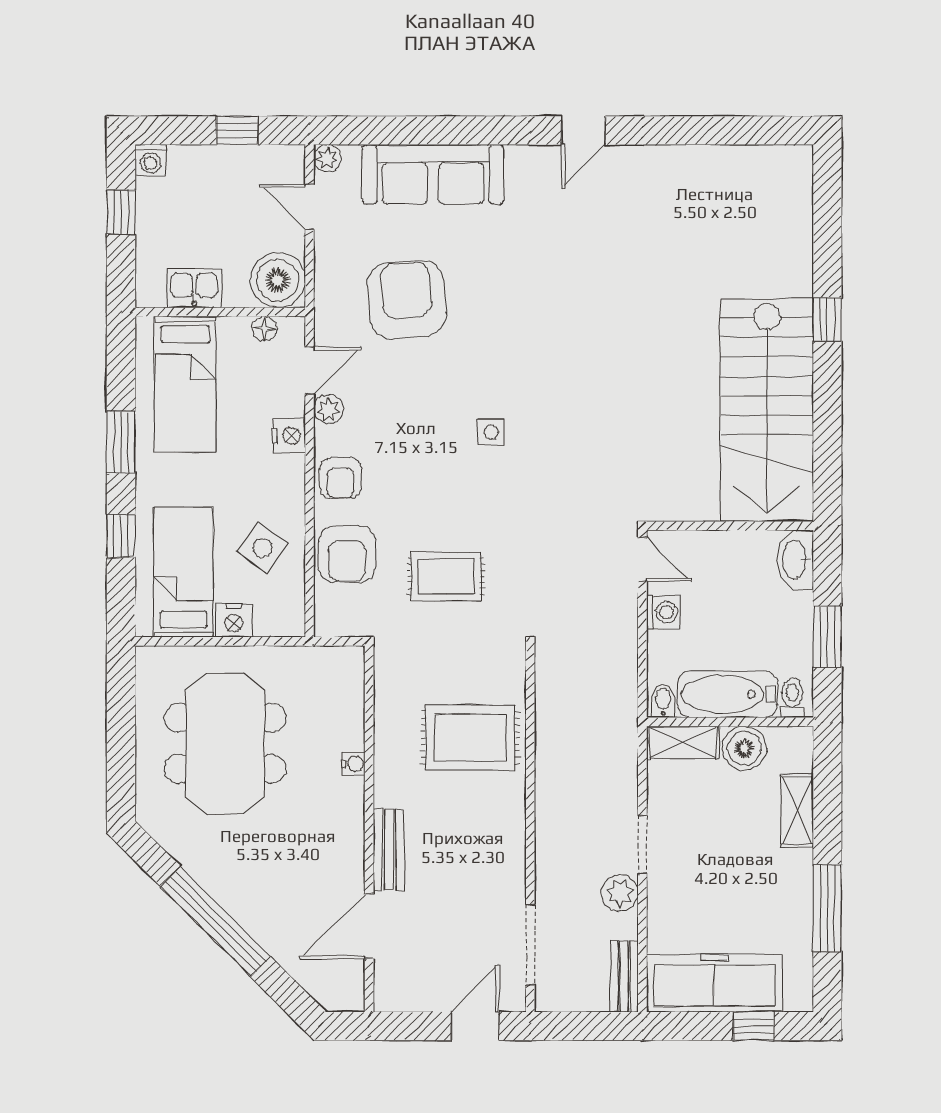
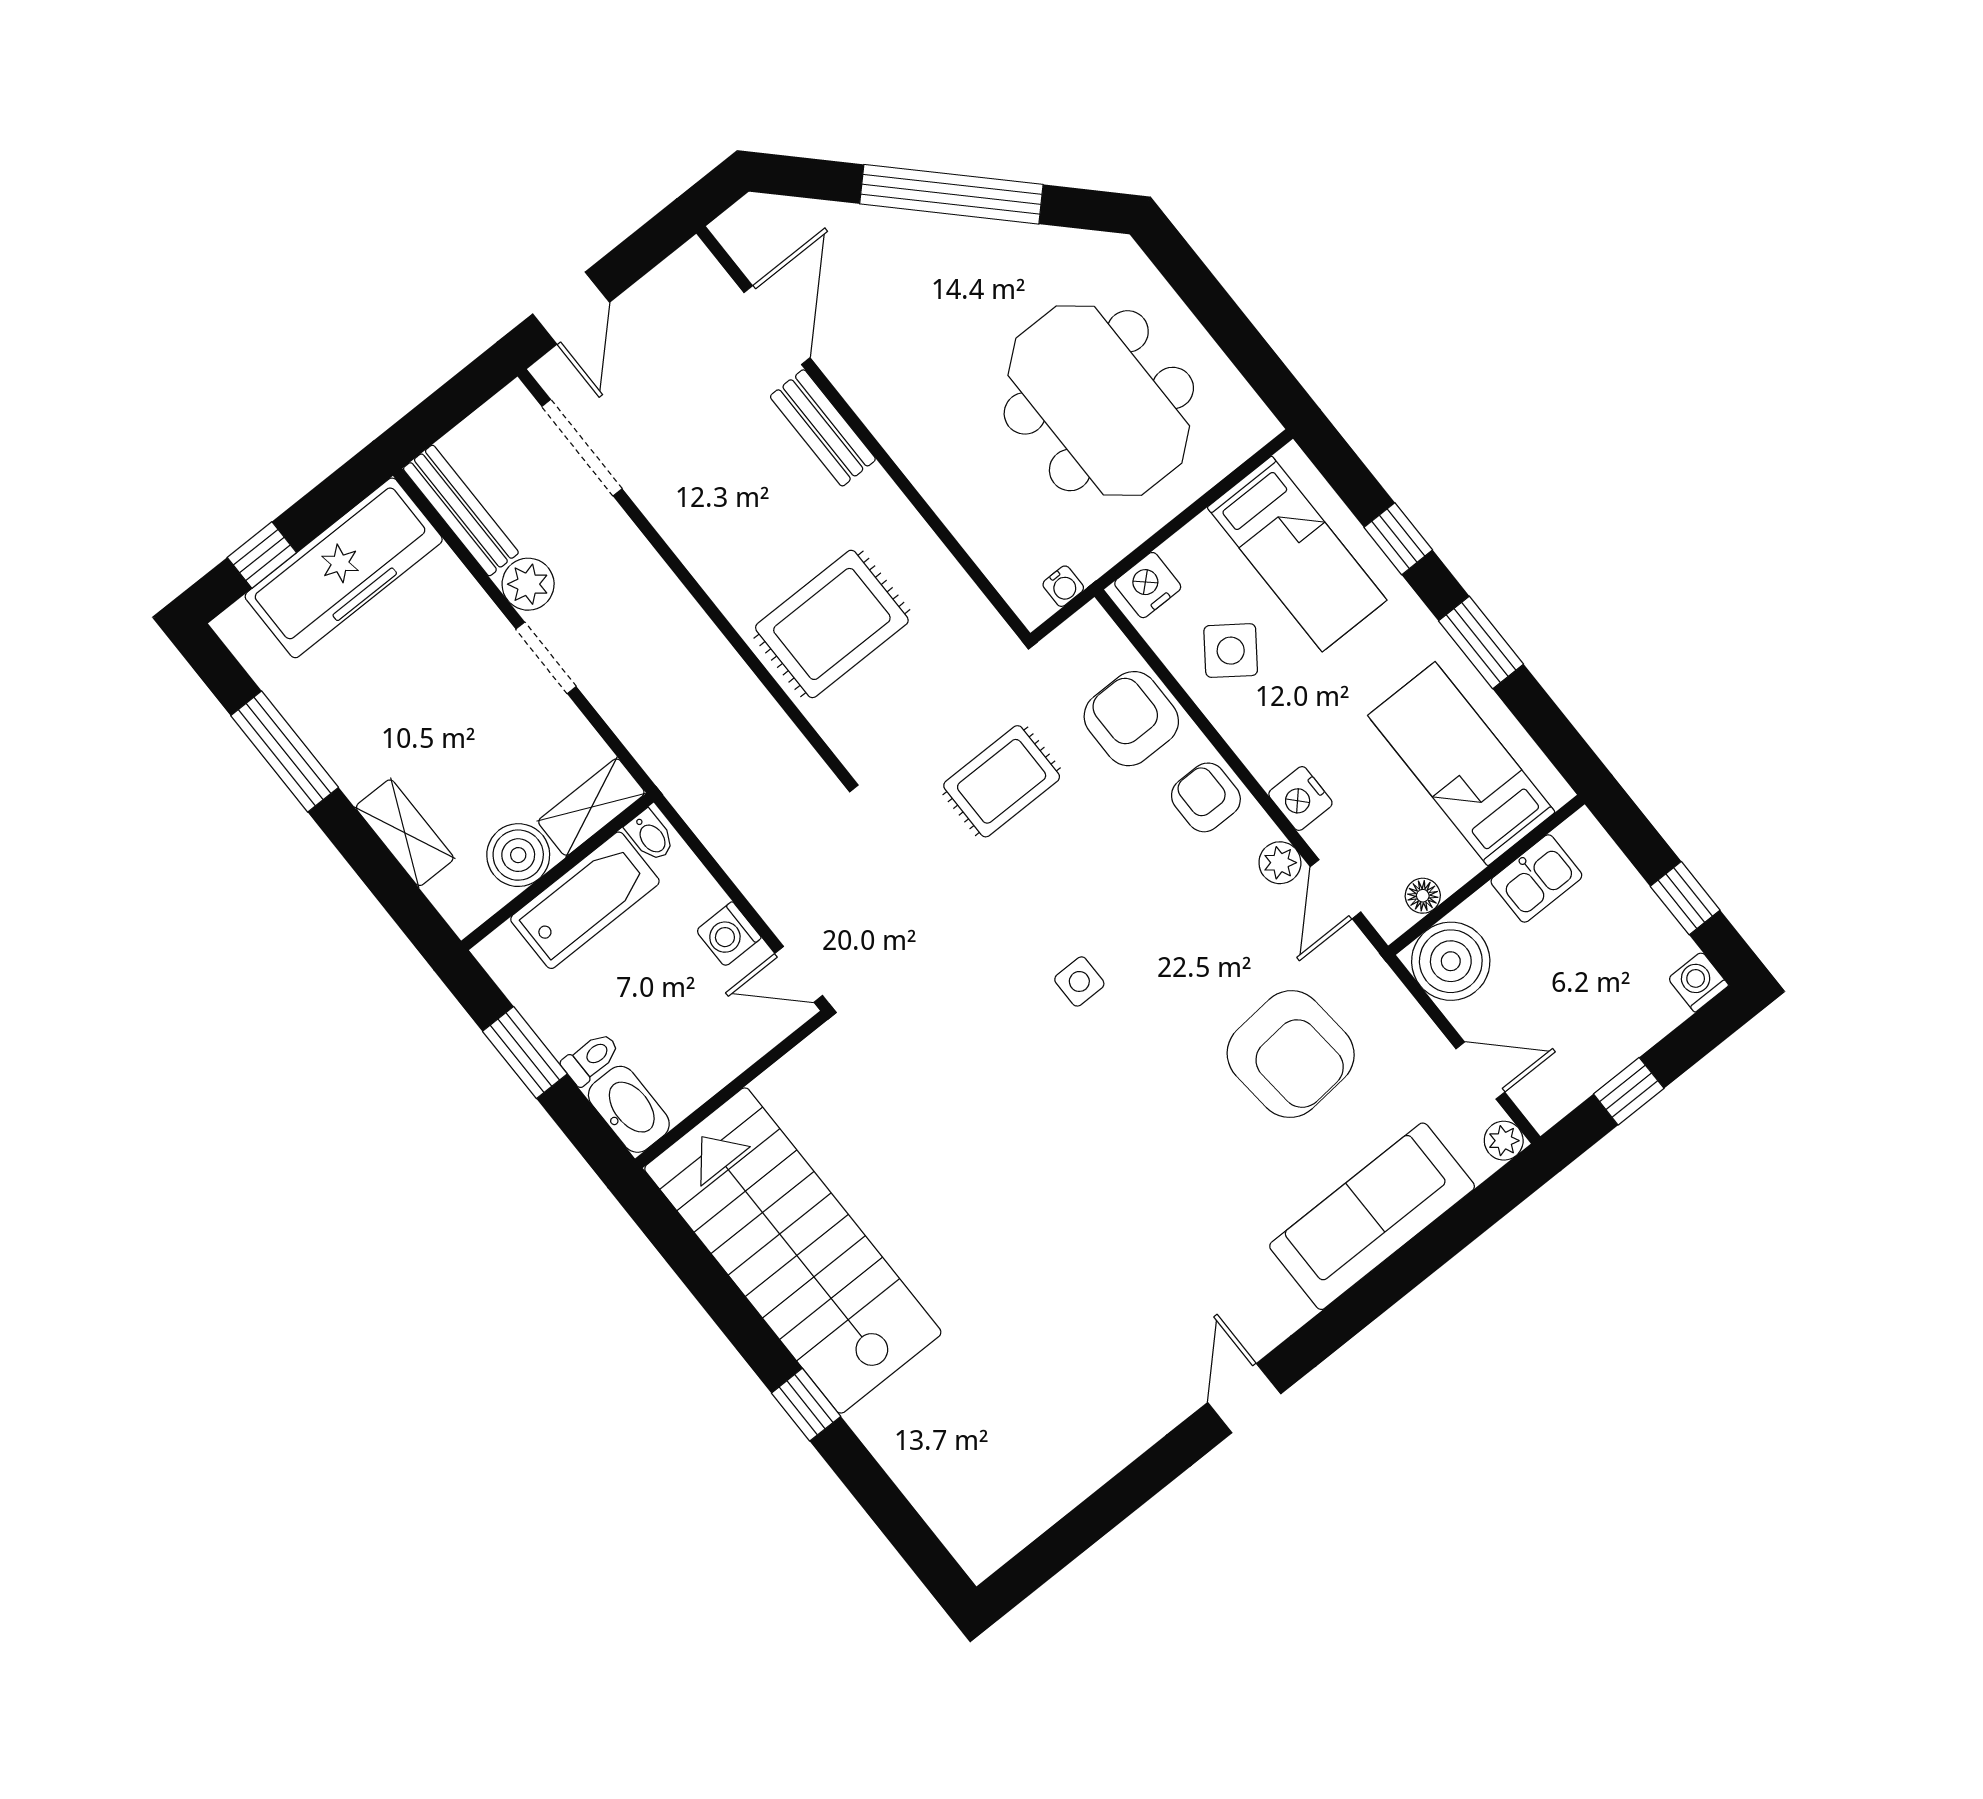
nightstand: (234, 620) -> (1148, 585), moved
toilet: (792, 698) -> (591, 1058), moved, turned -90
water cooler: (354, 764) -> (1063, 586), moved, turned -90
bench: (624, 976) -> (461, 510), width x1.36

